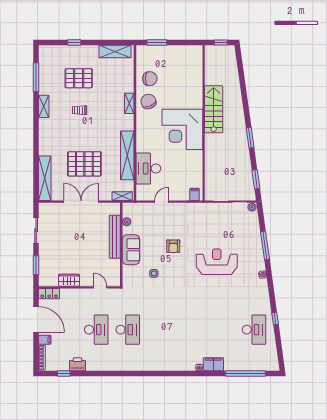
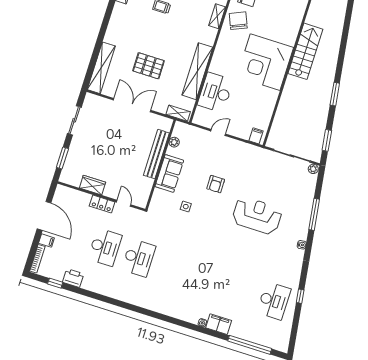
pallet: (84, 164) -> (149, 66), width x0.73, depth x0.71
locker: (49, 294) -> (102, 204), moved

